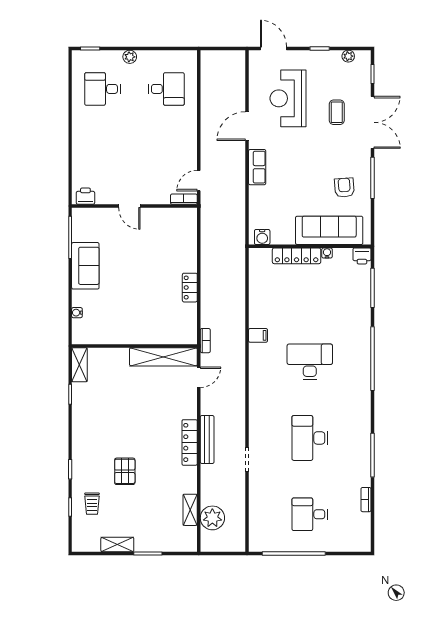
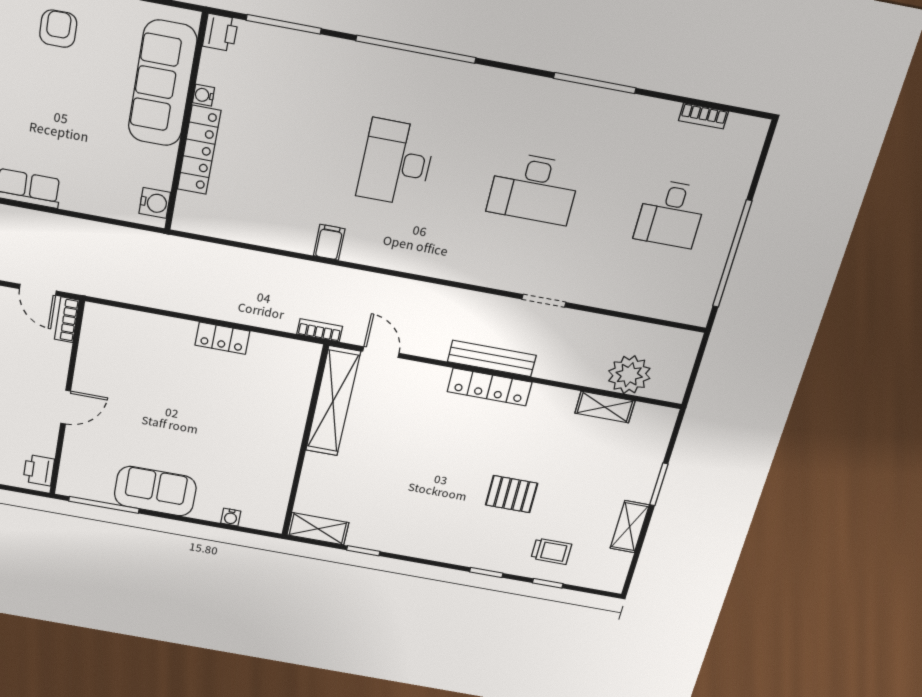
armchair: (344, 188) -> (58, 29), moved, turned 94
bookcase: (366, 500) -> (703, 116), moved

